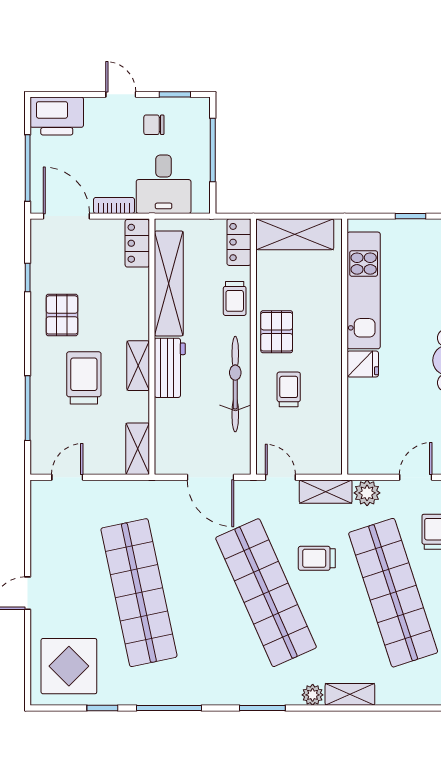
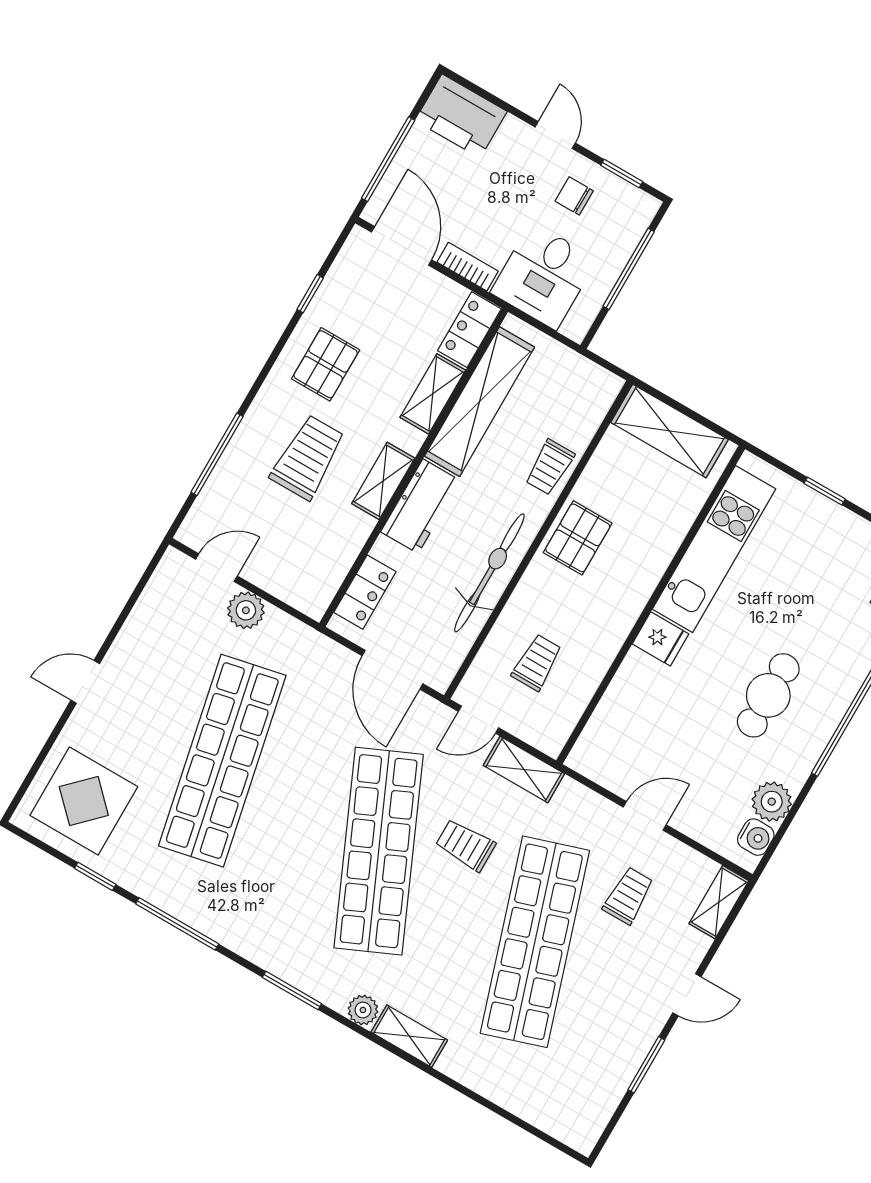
locker: (239, 242) -> (365, 592), moved, turned 180
trolley: (289, 389) -> (537, 662), moved
shelving: (138, 449) -> (433, 394), moved
door: (280, 477) -> (478, 720), swing flipped
plant: (367, 493) -> (246, 610), moved

